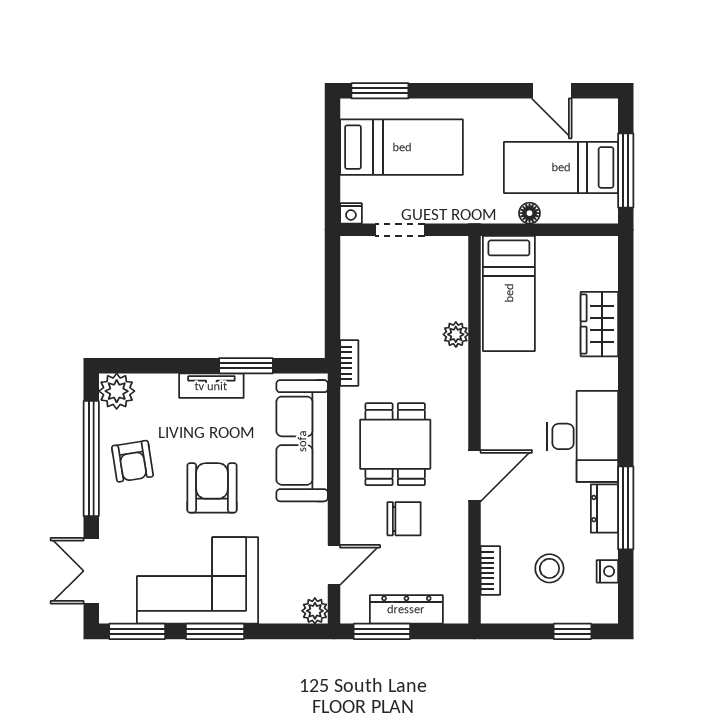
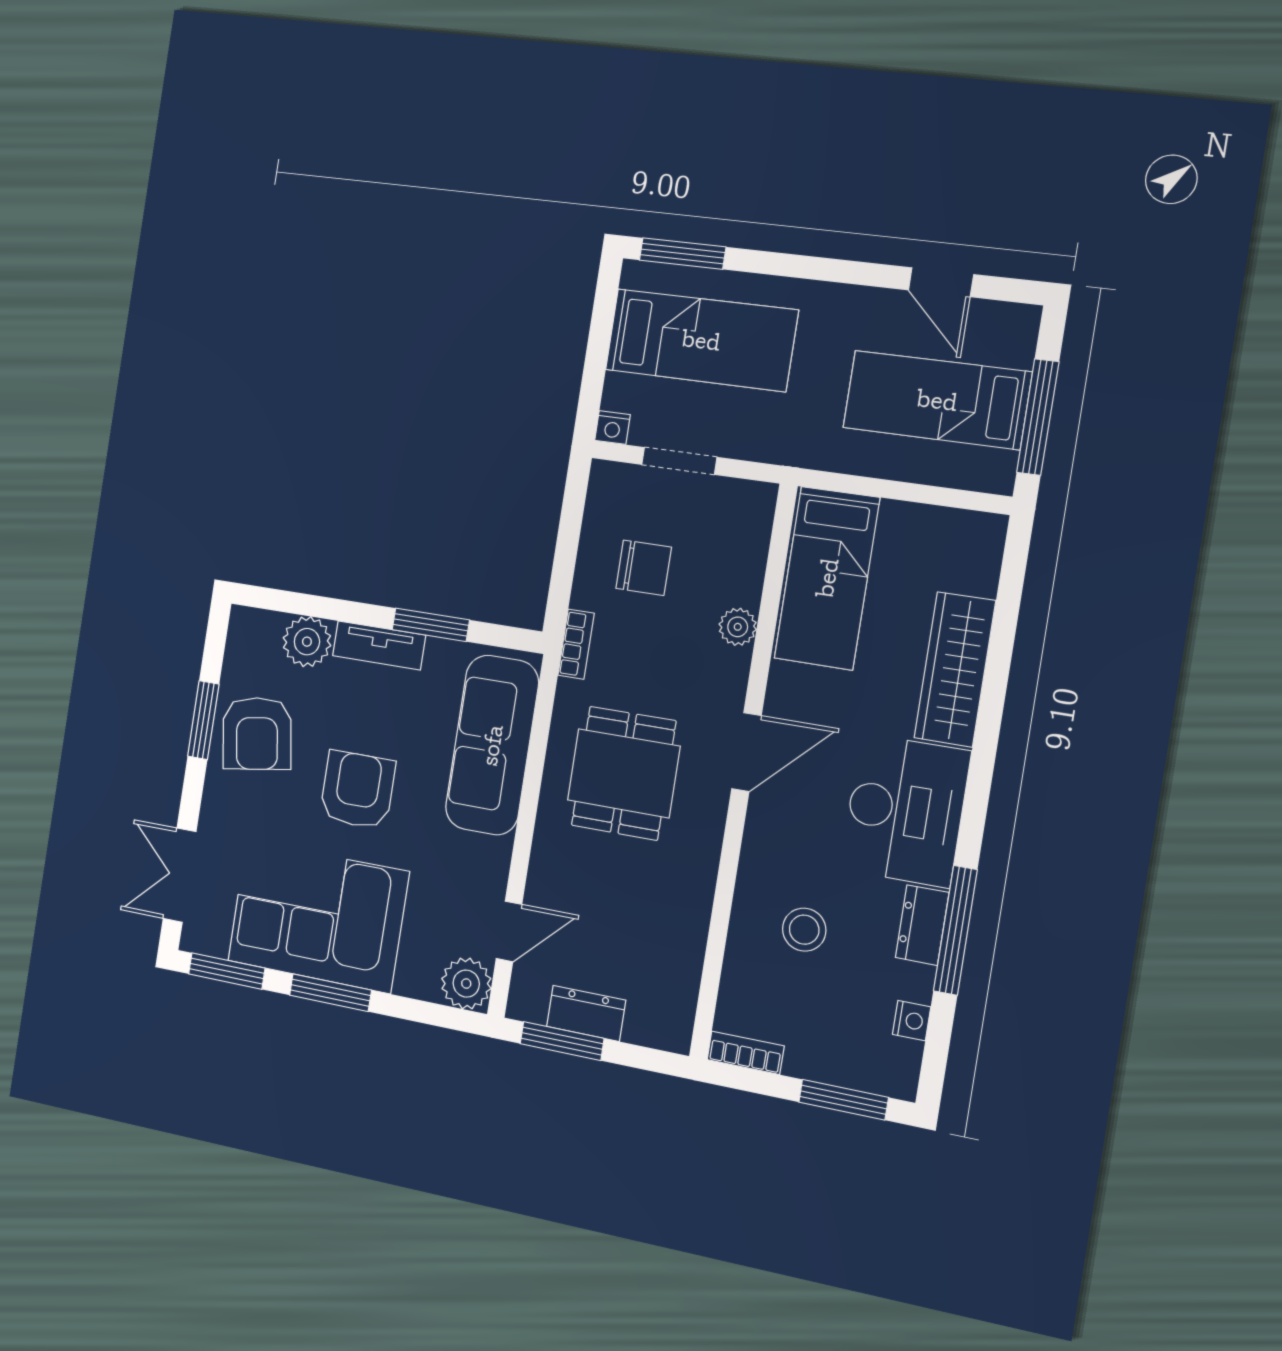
floor lamp: (530, 213) -> (877, 462), removed
wardrobe: (599, 324) -> (955, 669), width x1.50
plant: (117, 391) -> (307, 642), moved
window: (91, 459) -> (203, 720), width x0.47
armchair: (132, 461) -> (257, 733), width x1.38, depth x1.38
door: (474, 476) -> (746, 752), moved
chair: (404, 519) -> (644, 568), moved
stool: (549, 568) -> (804, 930), moved
bookcase: (490, 571) -> (746, 1053), moved, turned -90
dresser: (406, 609) -> (586, 1013), width x0.70
plant: (315, 611) -> (466, 984), width x1.38, depth x1.38
window: (572, 631) -> (843, 1100), width x1.50

